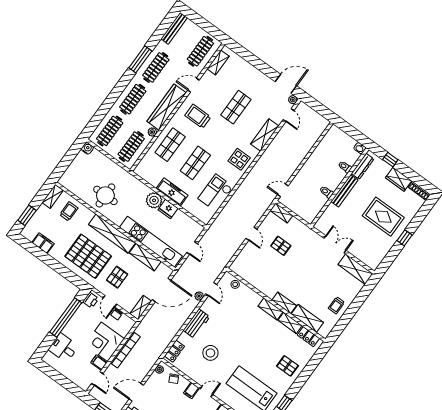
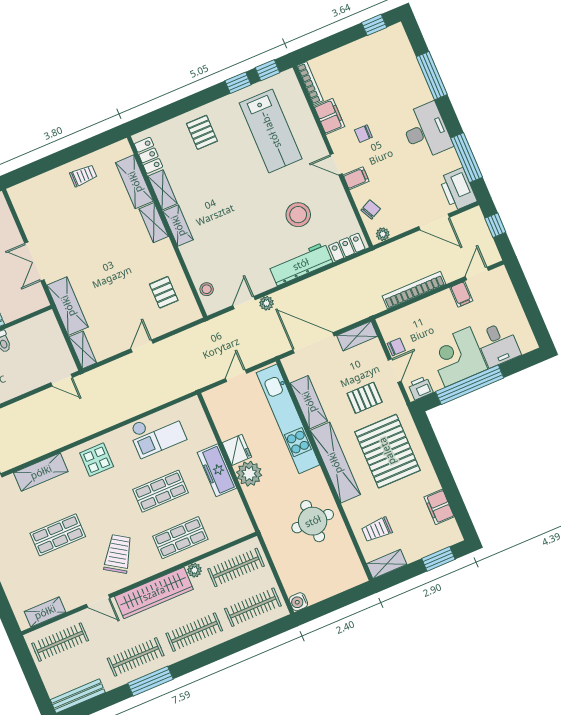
trolley: (198, 116) -> (118, 554), turned -147
pallet: (281, 246) -> (164, 292), moved
shelving: (355, 269) -> (68, 306), moved
workbench: (196, 324) -> (301, 264), width x1.38
corner desk: (105, 342) -> (457, 357), moved, turned 180

